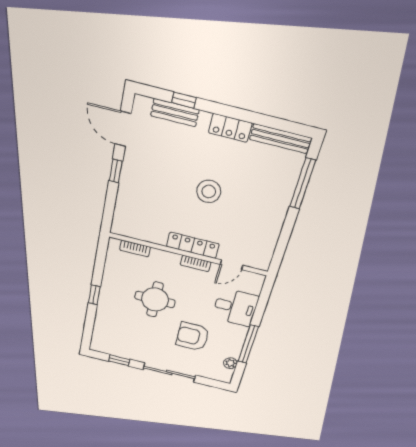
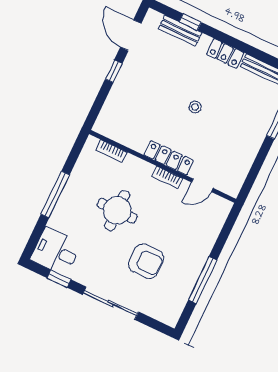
stool: (209, 191) -> (195, 107), width x0.53, depth x0.53
window: (94, 295) -> (55, 194), width x2.17
desk: (235, 307) -> (56, 251), moved, turned 180
armchair: (193, 337) -> (146, 261), turned 180
plant: (230, 363) -> (180, 301), removed

